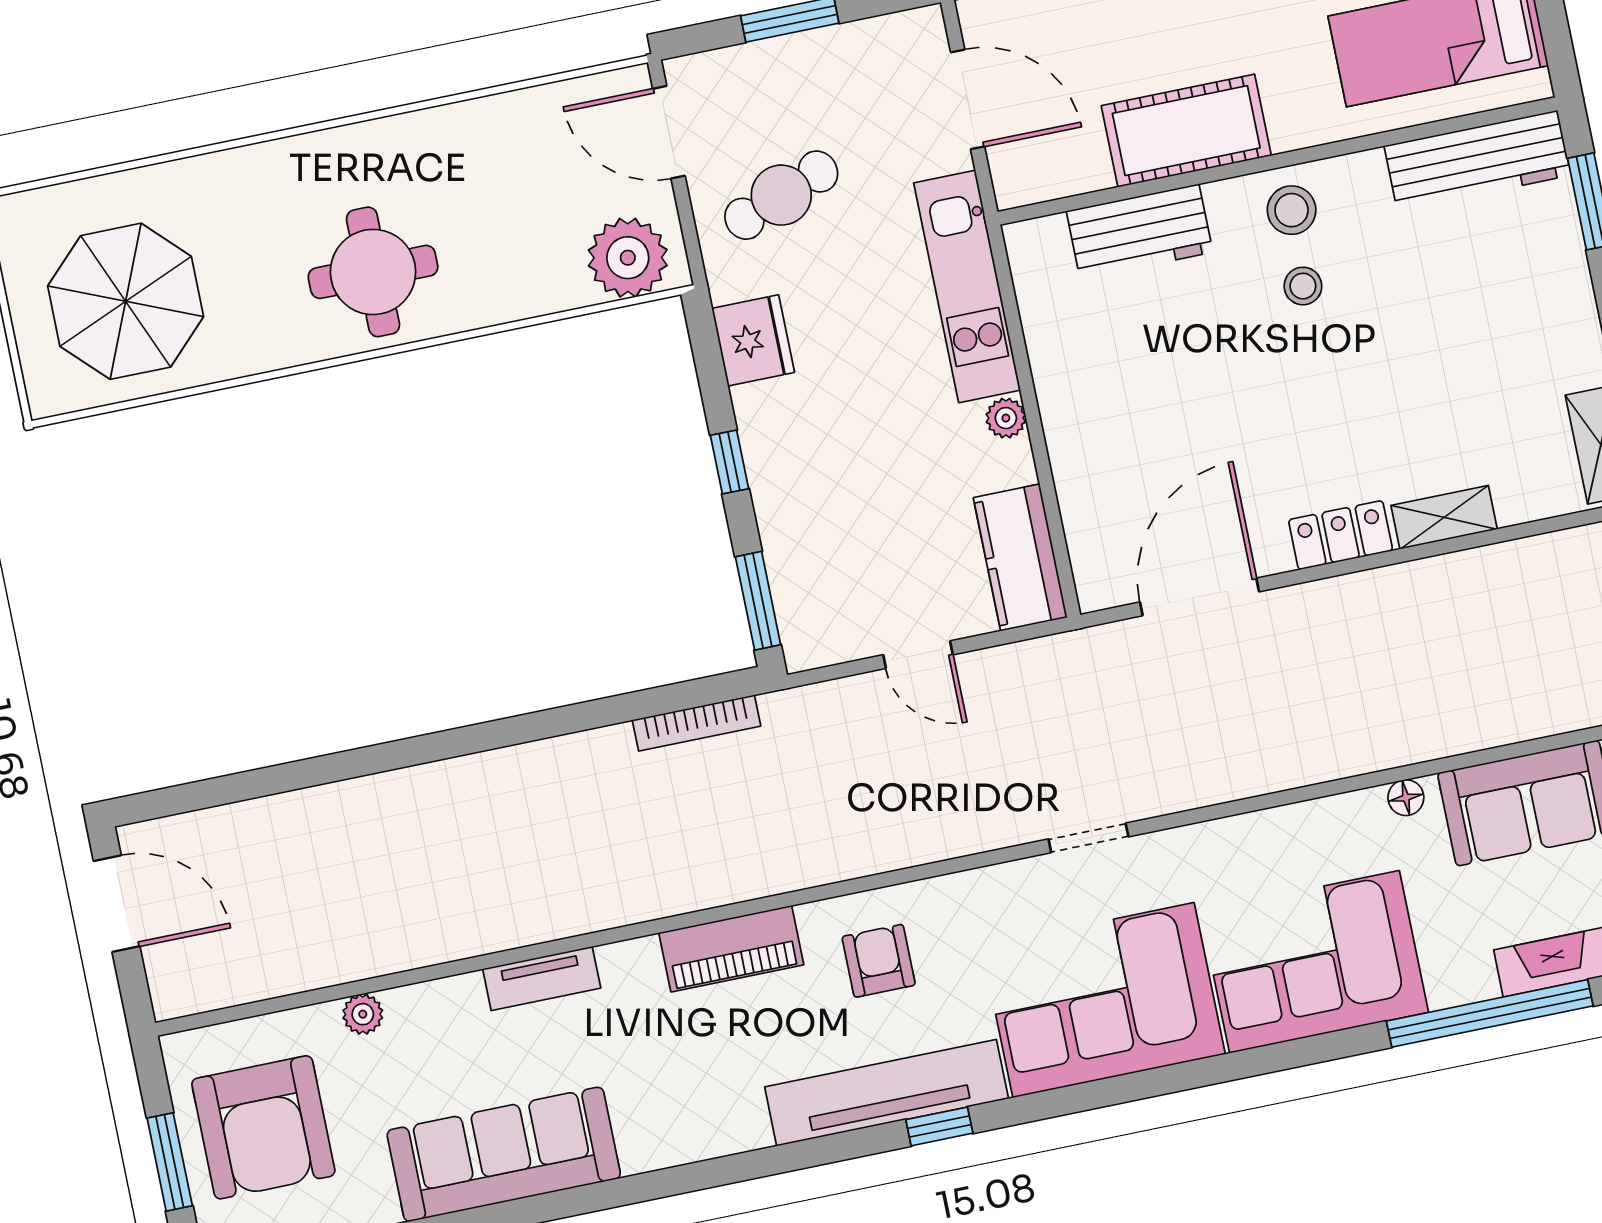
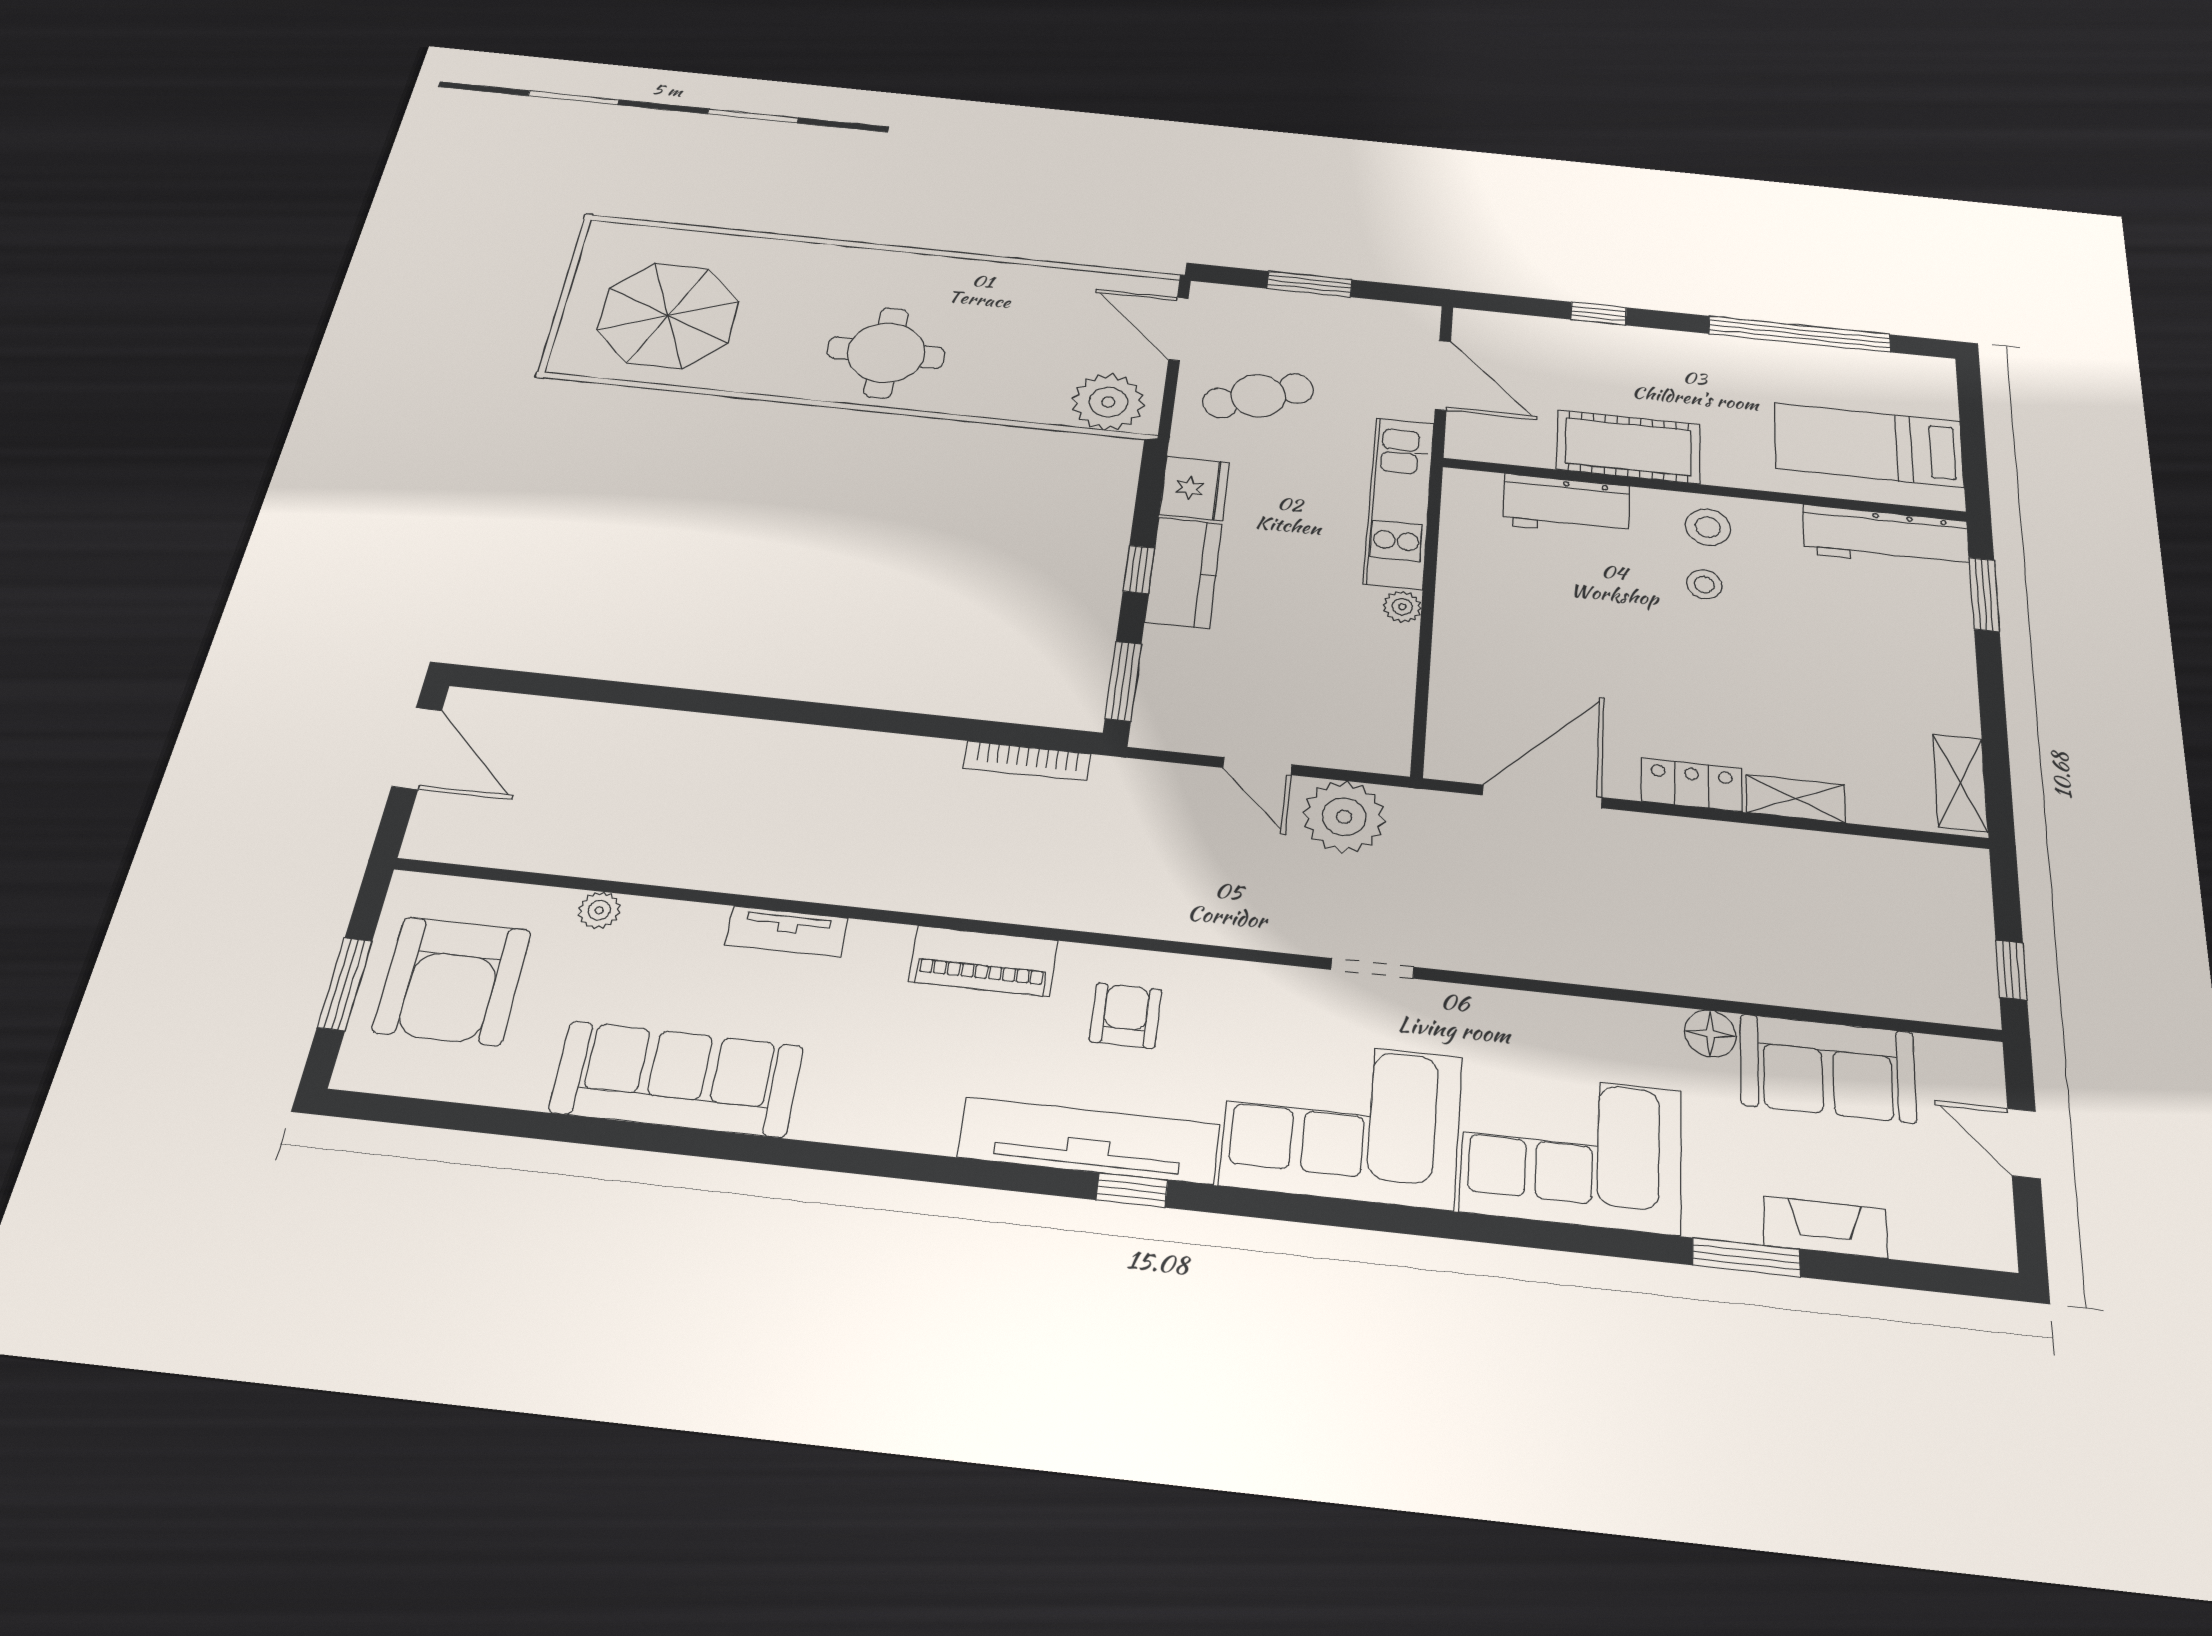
kitchen counter: (1020, 558) -> (1184, 572), moved, turned 180
plant: (1017, 684) -> (1344, 817), added
floor lamp: (1406, 798) -> (1710, 1034), width x1.37, depth x1.37
window: (1490, 1013) -> (1746, 1257), width x0.47

